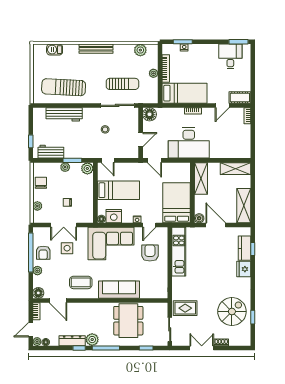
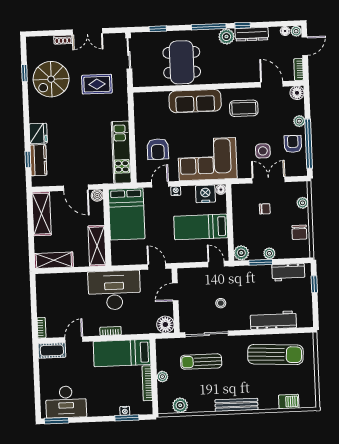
desk: (230, 56) -> (66, 402), width x1.37
rug: (185, 308) -> (97, 84), moved

